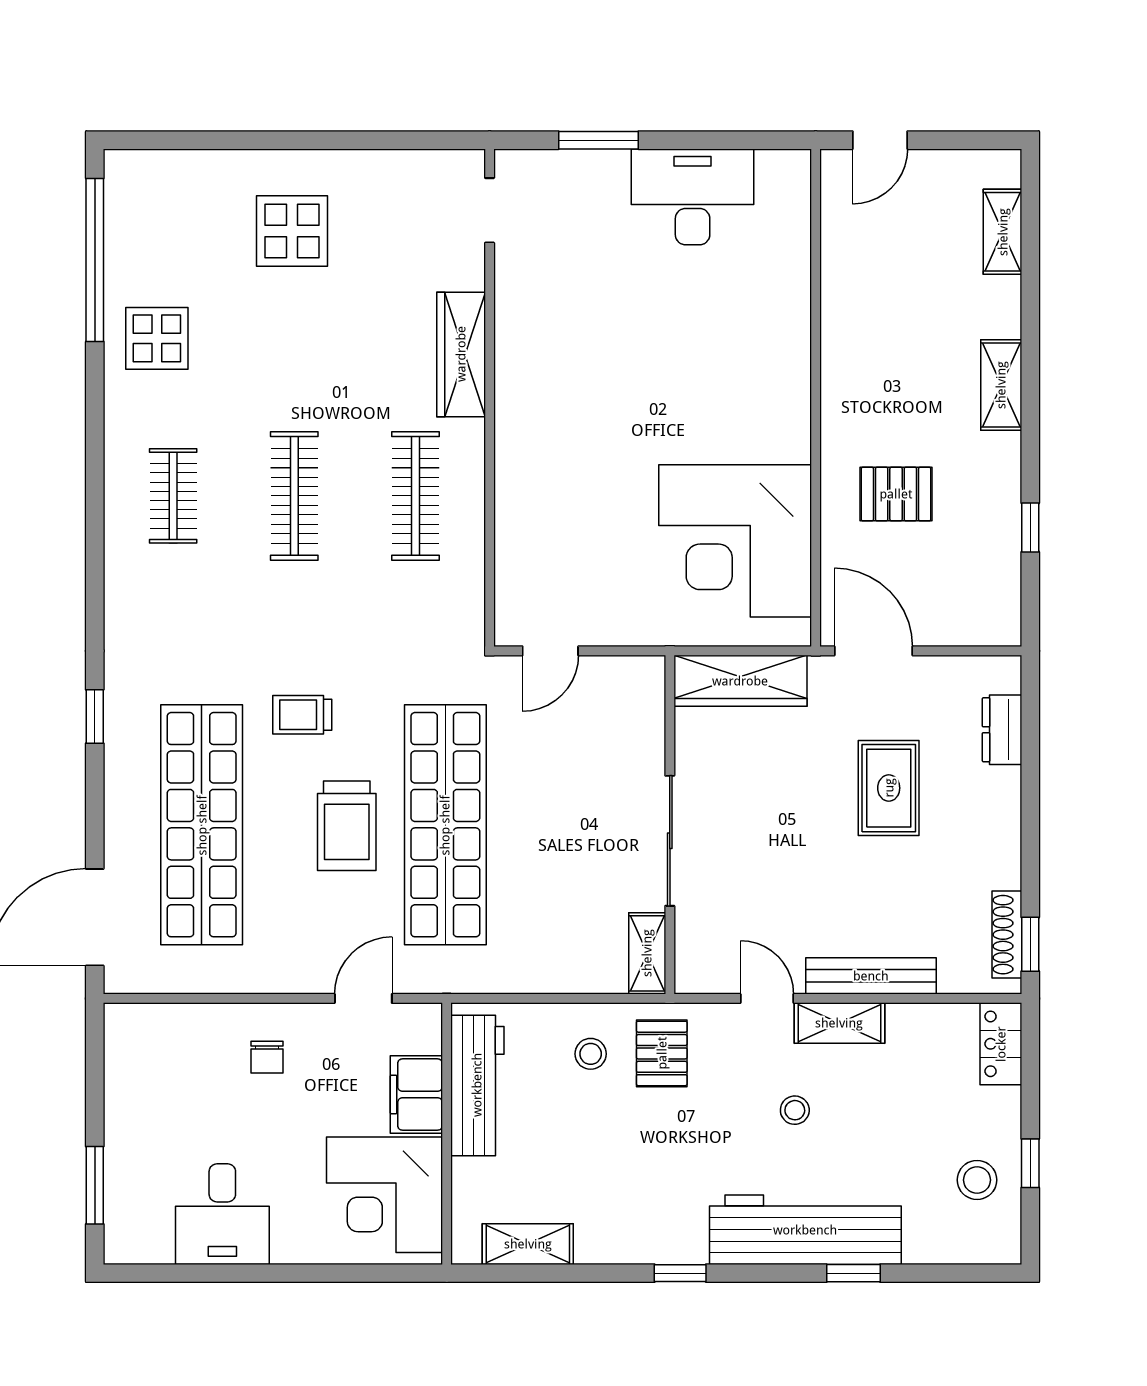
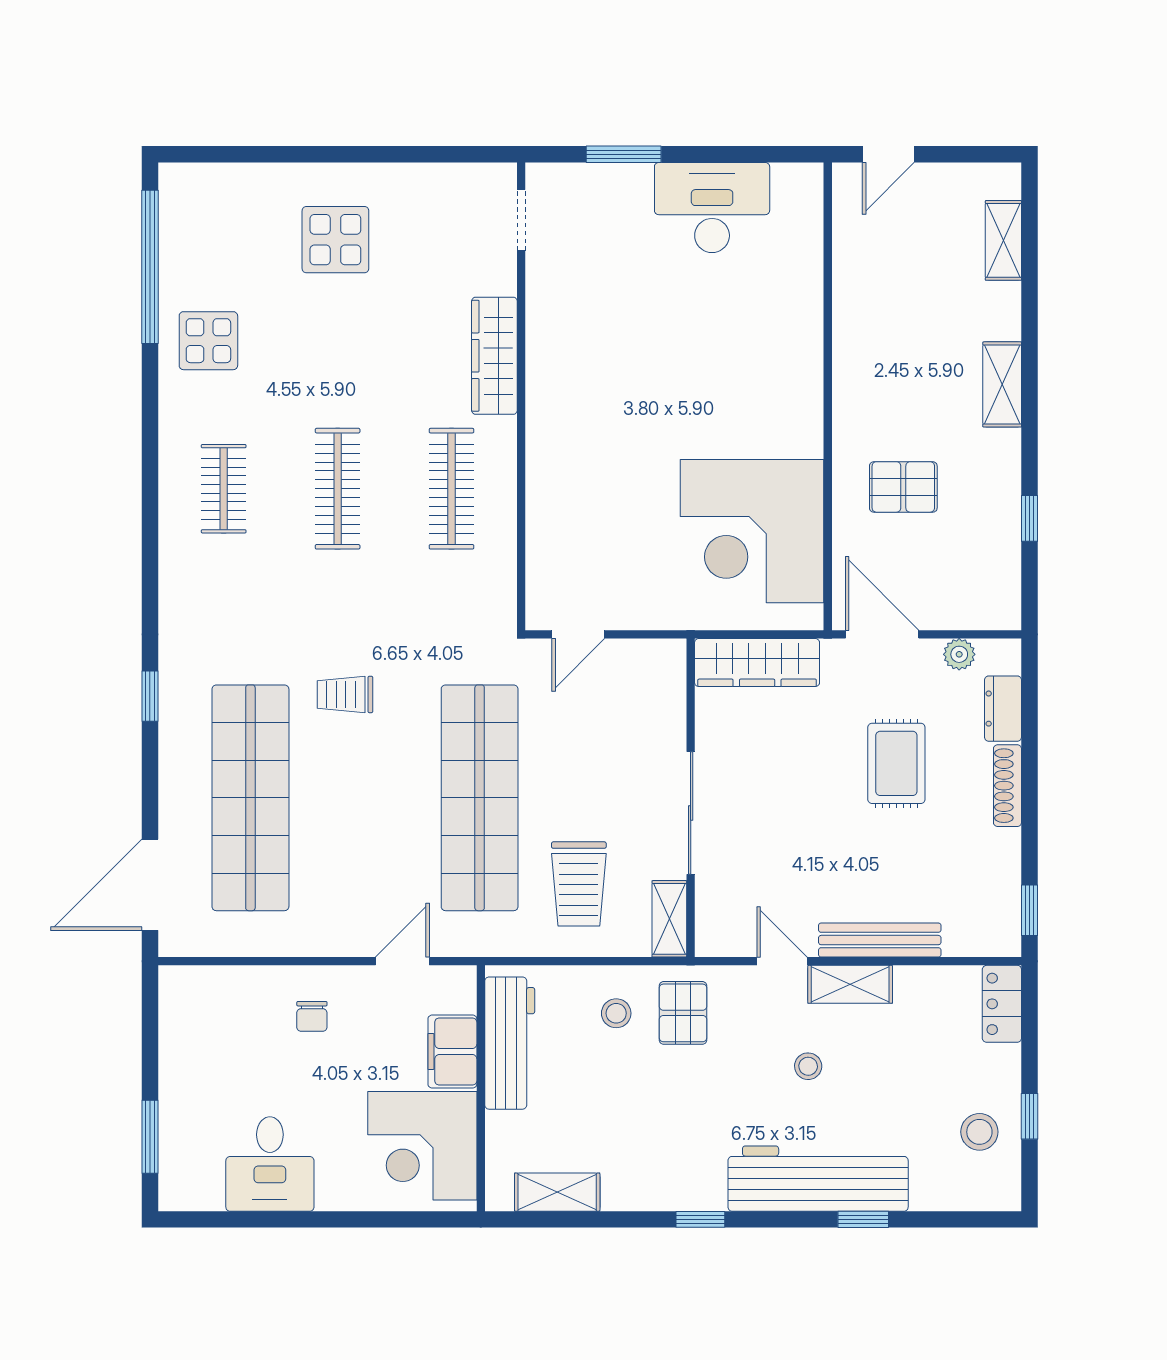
plant: (955, 672) -> (959, 654), added
trolley: (347, 826) -> (579, 884), moved
shoe rack: (1007, 935) -> (1007, 786), moved

